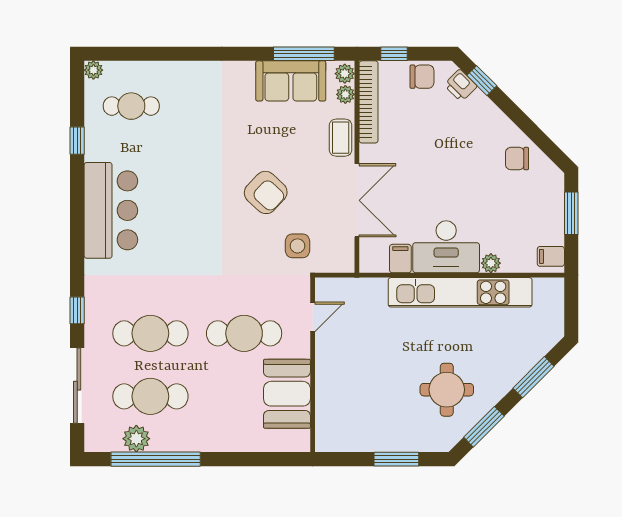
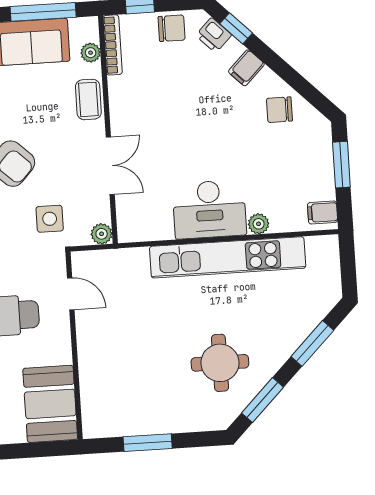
plant: (345, 74) -> (102, 234), moved
bookcase: (369, 102) -> (113, 45), width x0.68, depth x0.76
double door: (357, 200) -> (110, 166), width x0.73
filing cabinet: (400, 259) -> (246, 68), moved, turned -135
door: (313, 317) -> (71, 294), hinge flipped
booth: (287, 394) -> (50, 404), moved
window: (396, 459) -> (148, 443), moved

